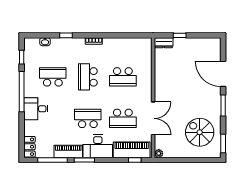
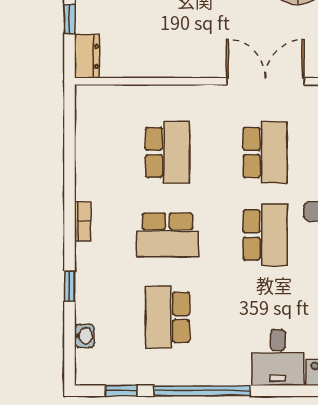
desk: (36, 109) -> (278, 357), moved
school desk: (88, 118) -> (265, 235), turned 180

